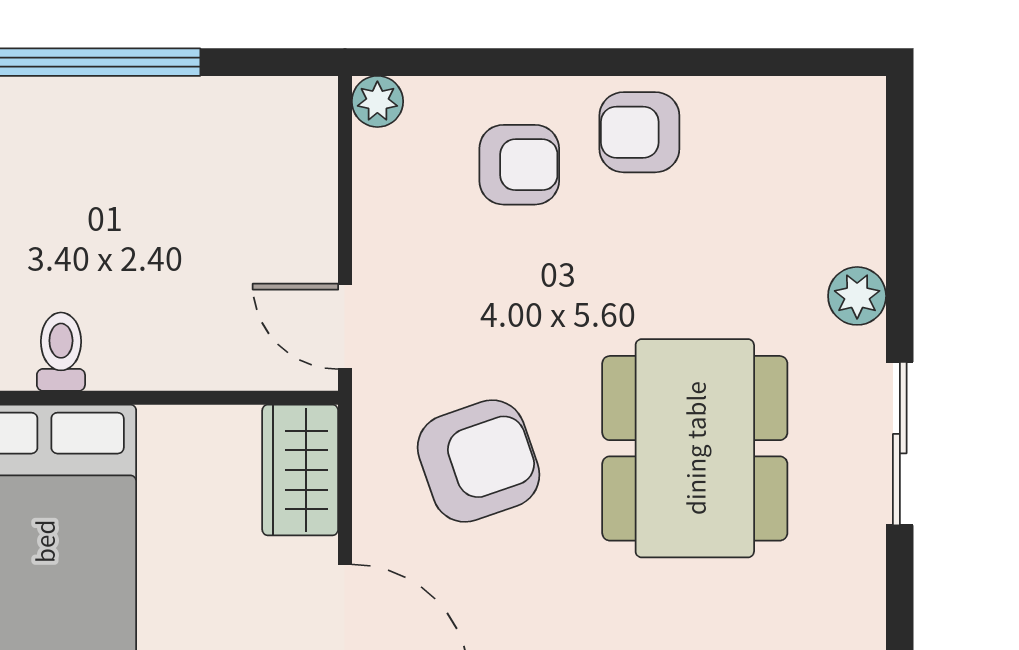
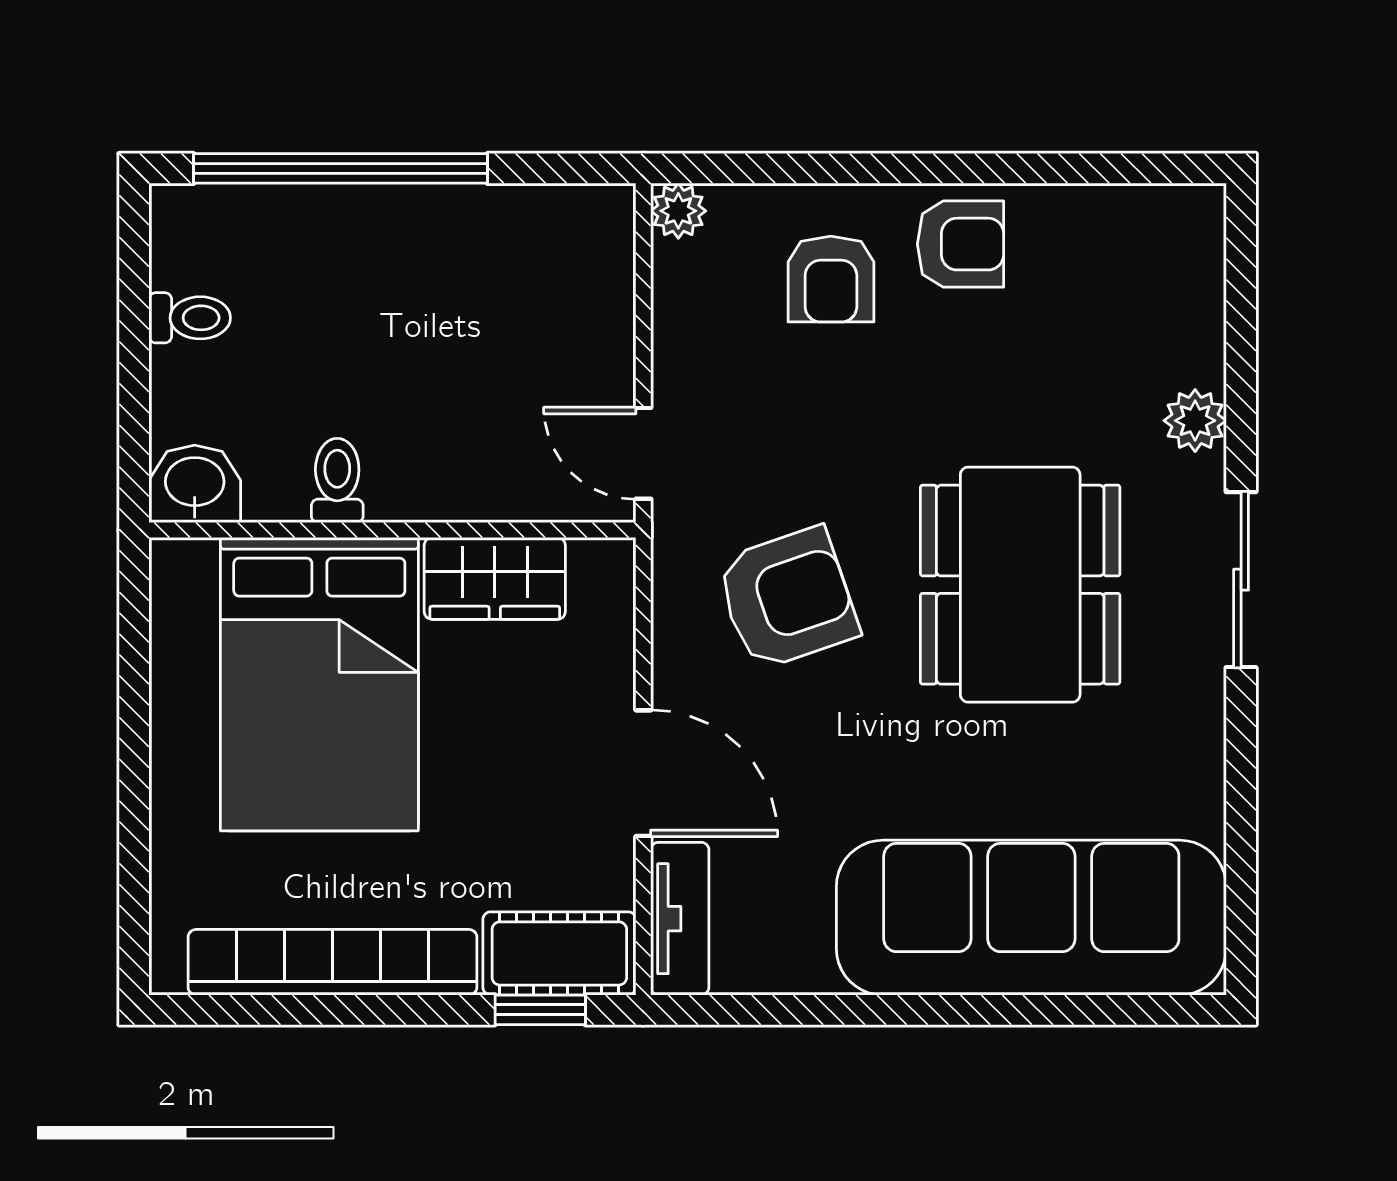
armchair: (639, 132) -> (960, 244), turned 180
armchair: (519, 165) -> (831, 279), turned 90
wardrobe: (300, 470) -> (495, 578), moved, turned -90

